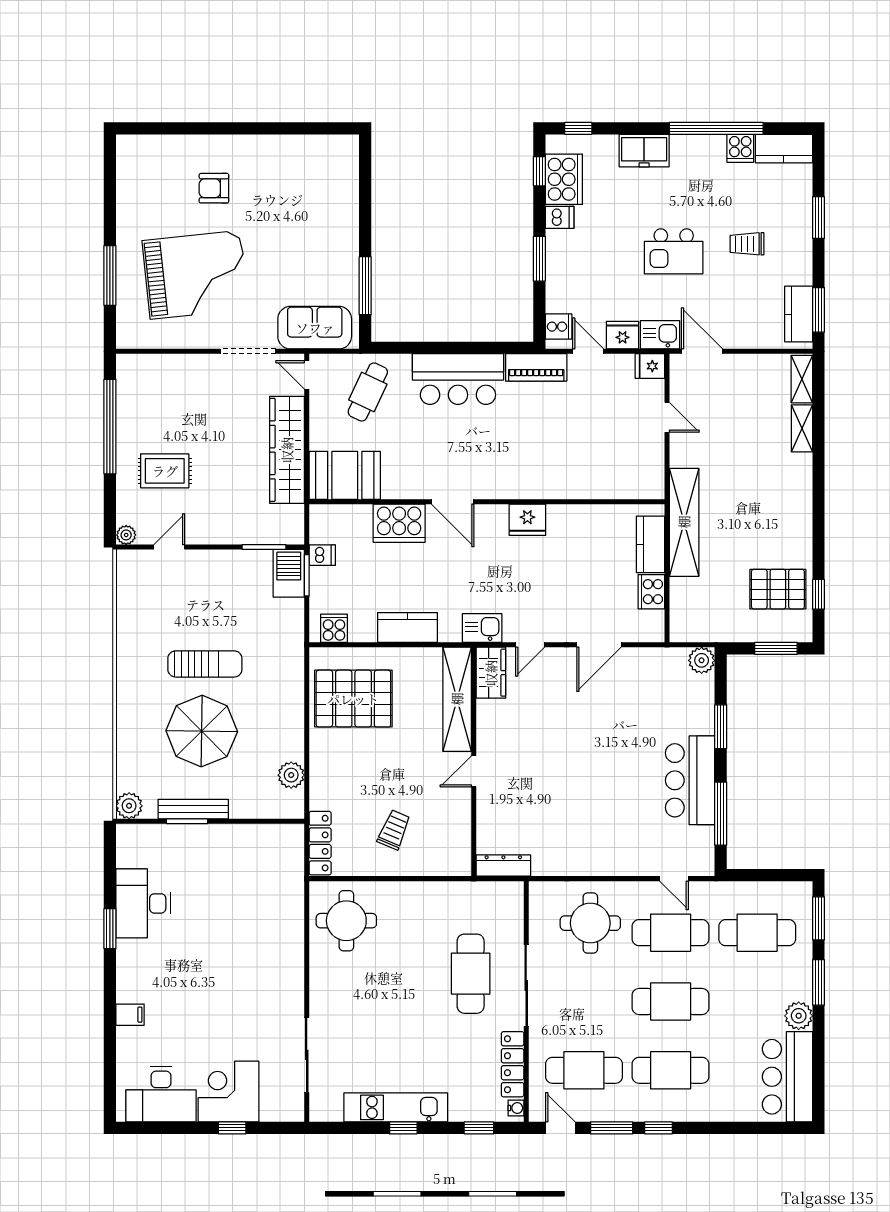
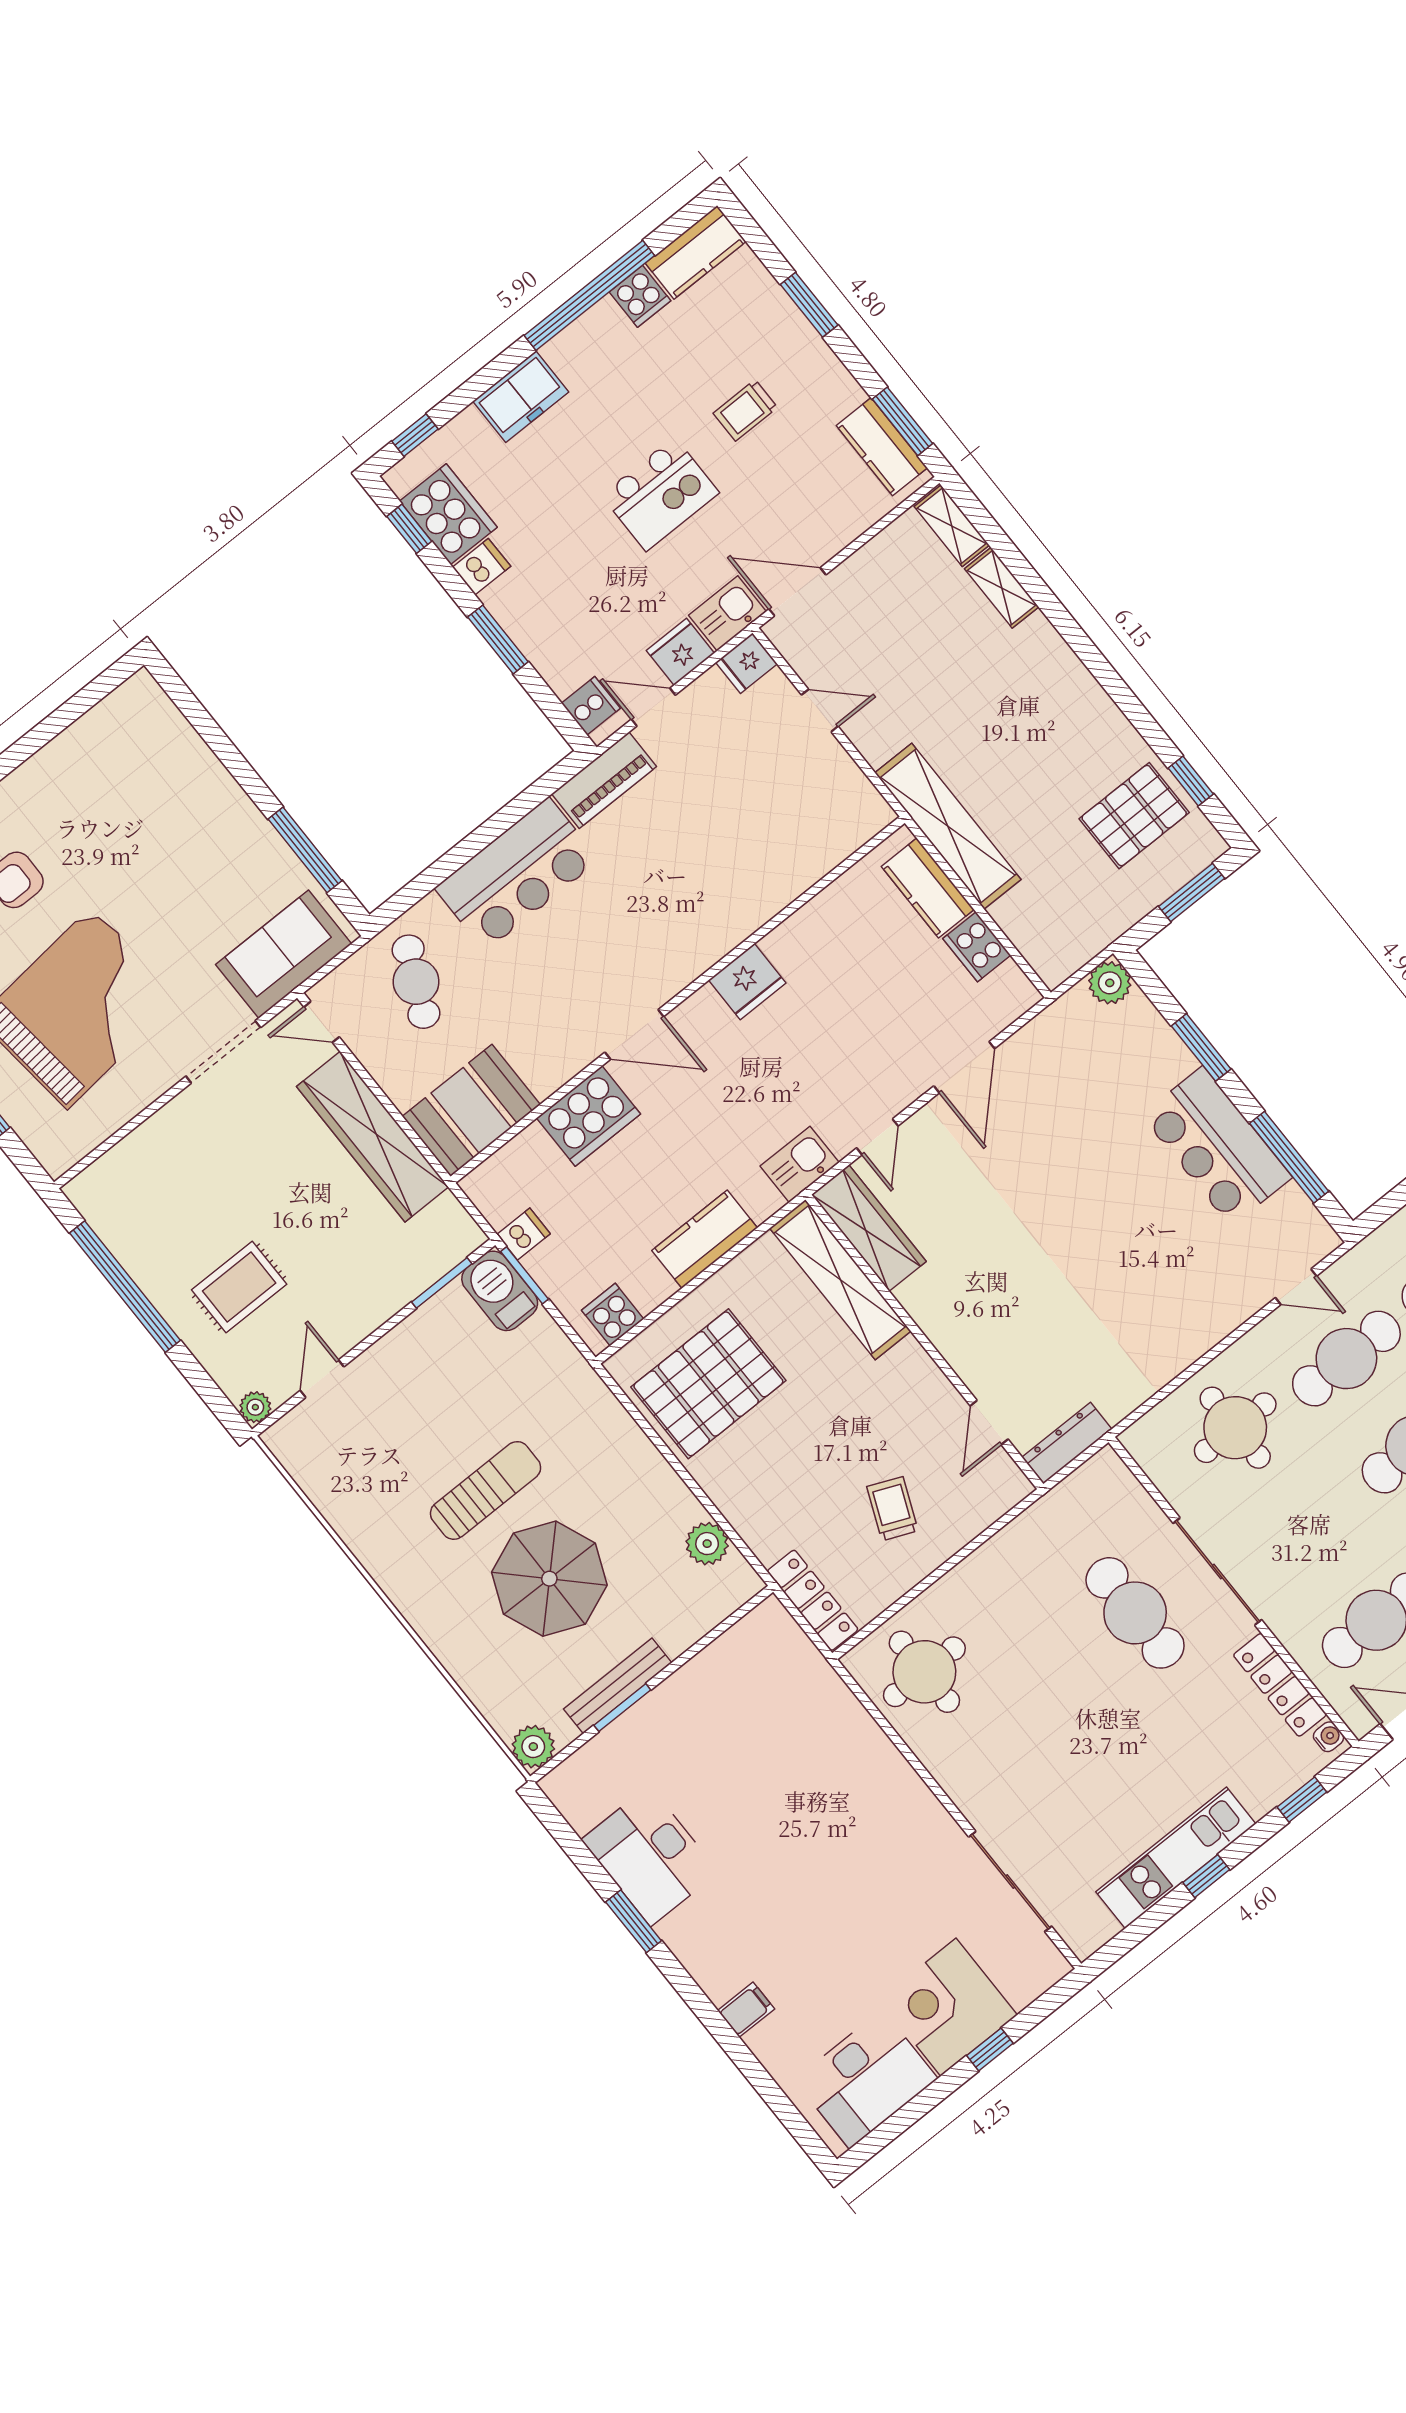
wardrobe: (491, 673) -> (869, 1228), width x1.50
door: (474, 771) -> (989, 1423), moved

